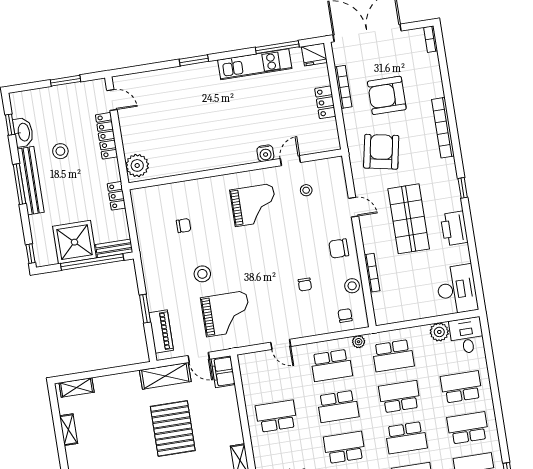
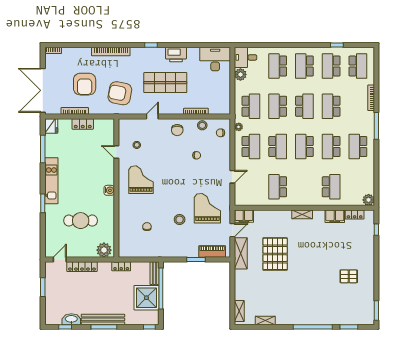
kitchen unit: (255, 64) -> (51, 181), moved
cafe table: (177, 122) -> (81, 221), added
stool: (60, 151) -> (87, 298), removed
water cooler: (265, 153) -> (109, 190), moved
pallet: (173, 429) -> (275, 254), turned 90

